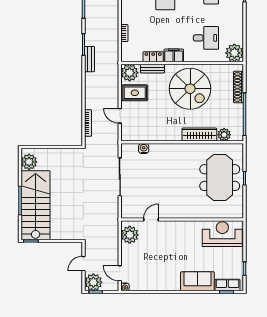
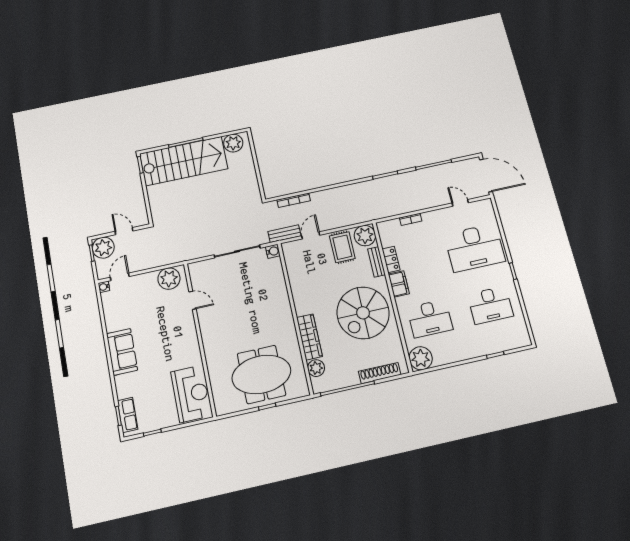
desk: (206, 38) -> (430, 319), width x1.37
bench: (90, 59) -> (284, 234), moved
water cooler: (144, 149) -> (273, 251), moved
sofa: (197, 281) -> (122, 352), moved

